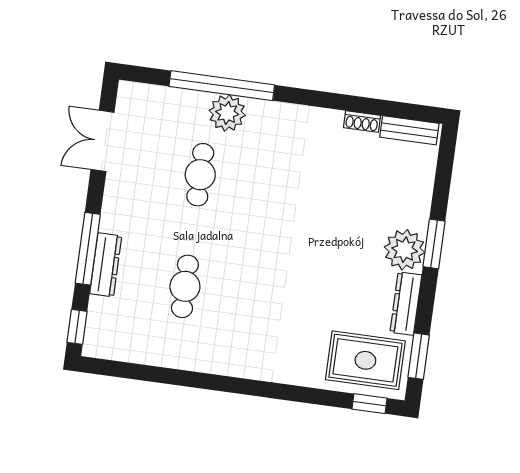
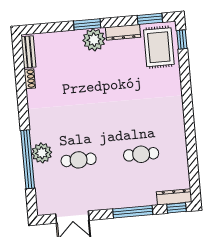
dresser: (106, 265) -> (174, 197), moved

